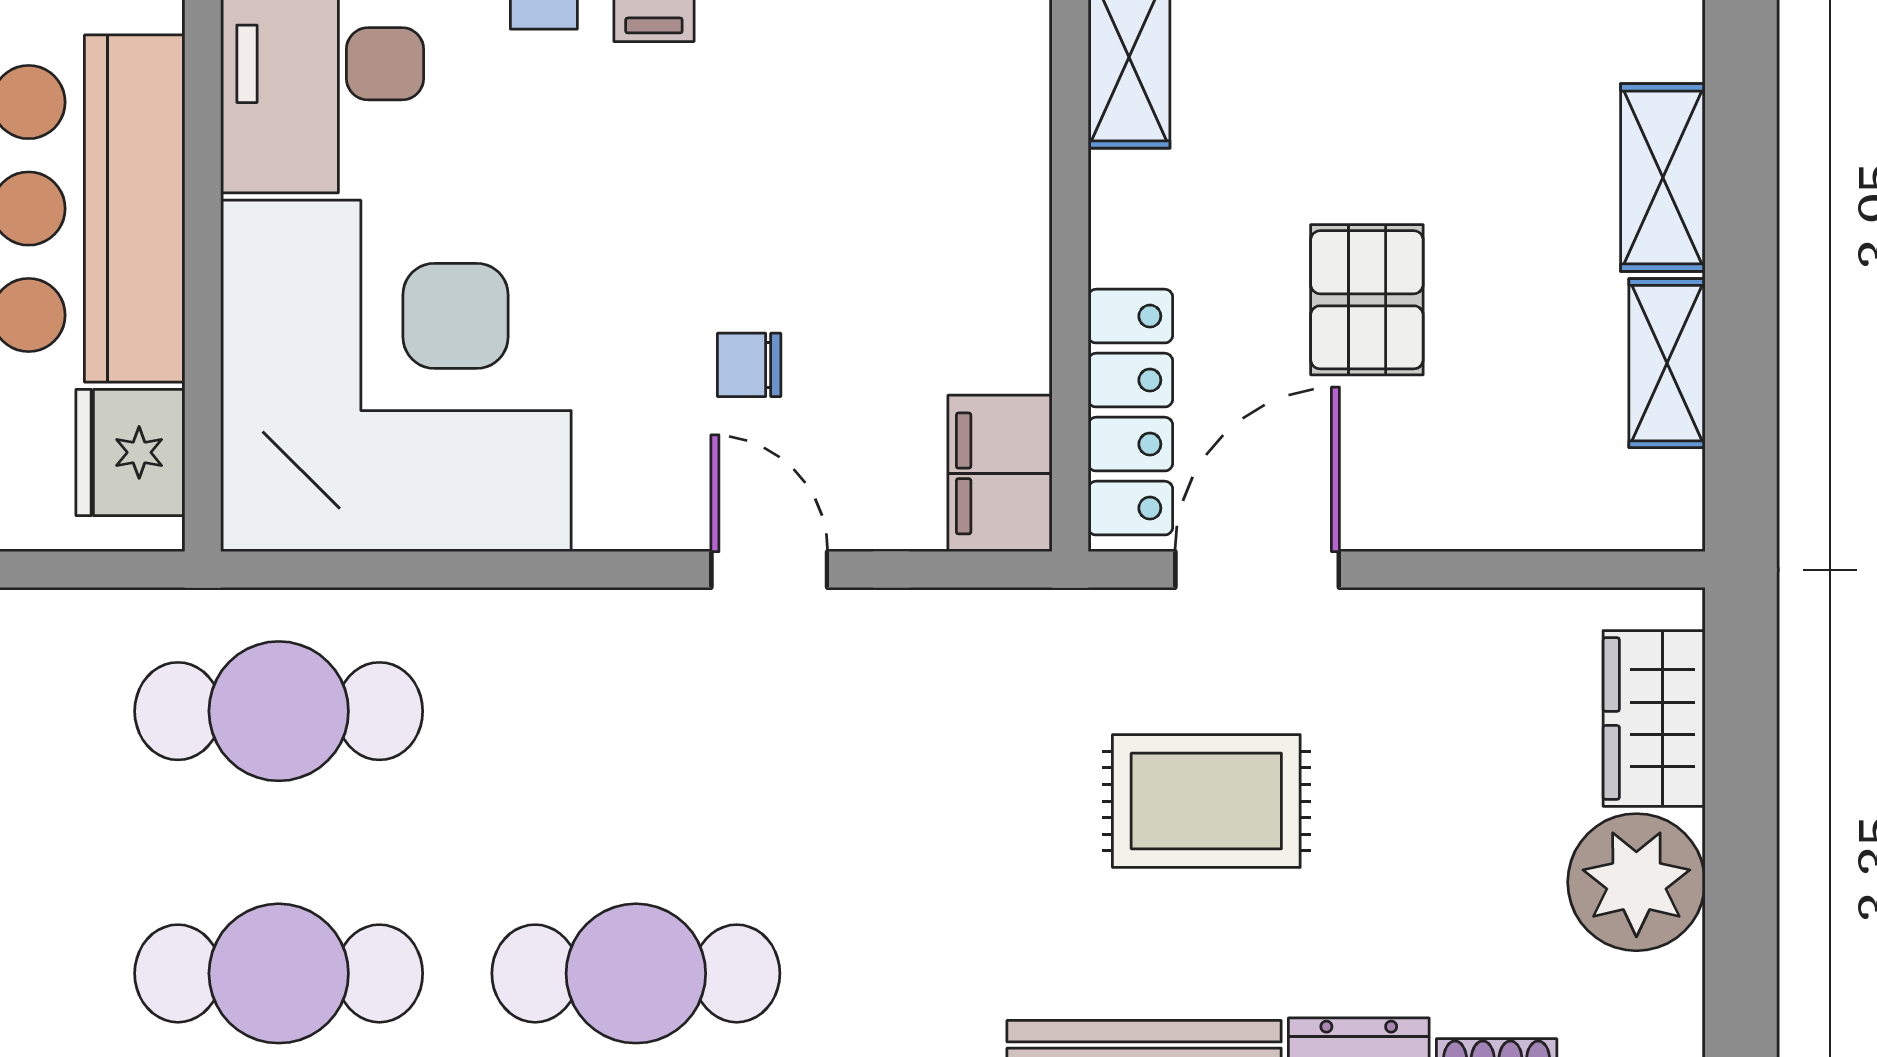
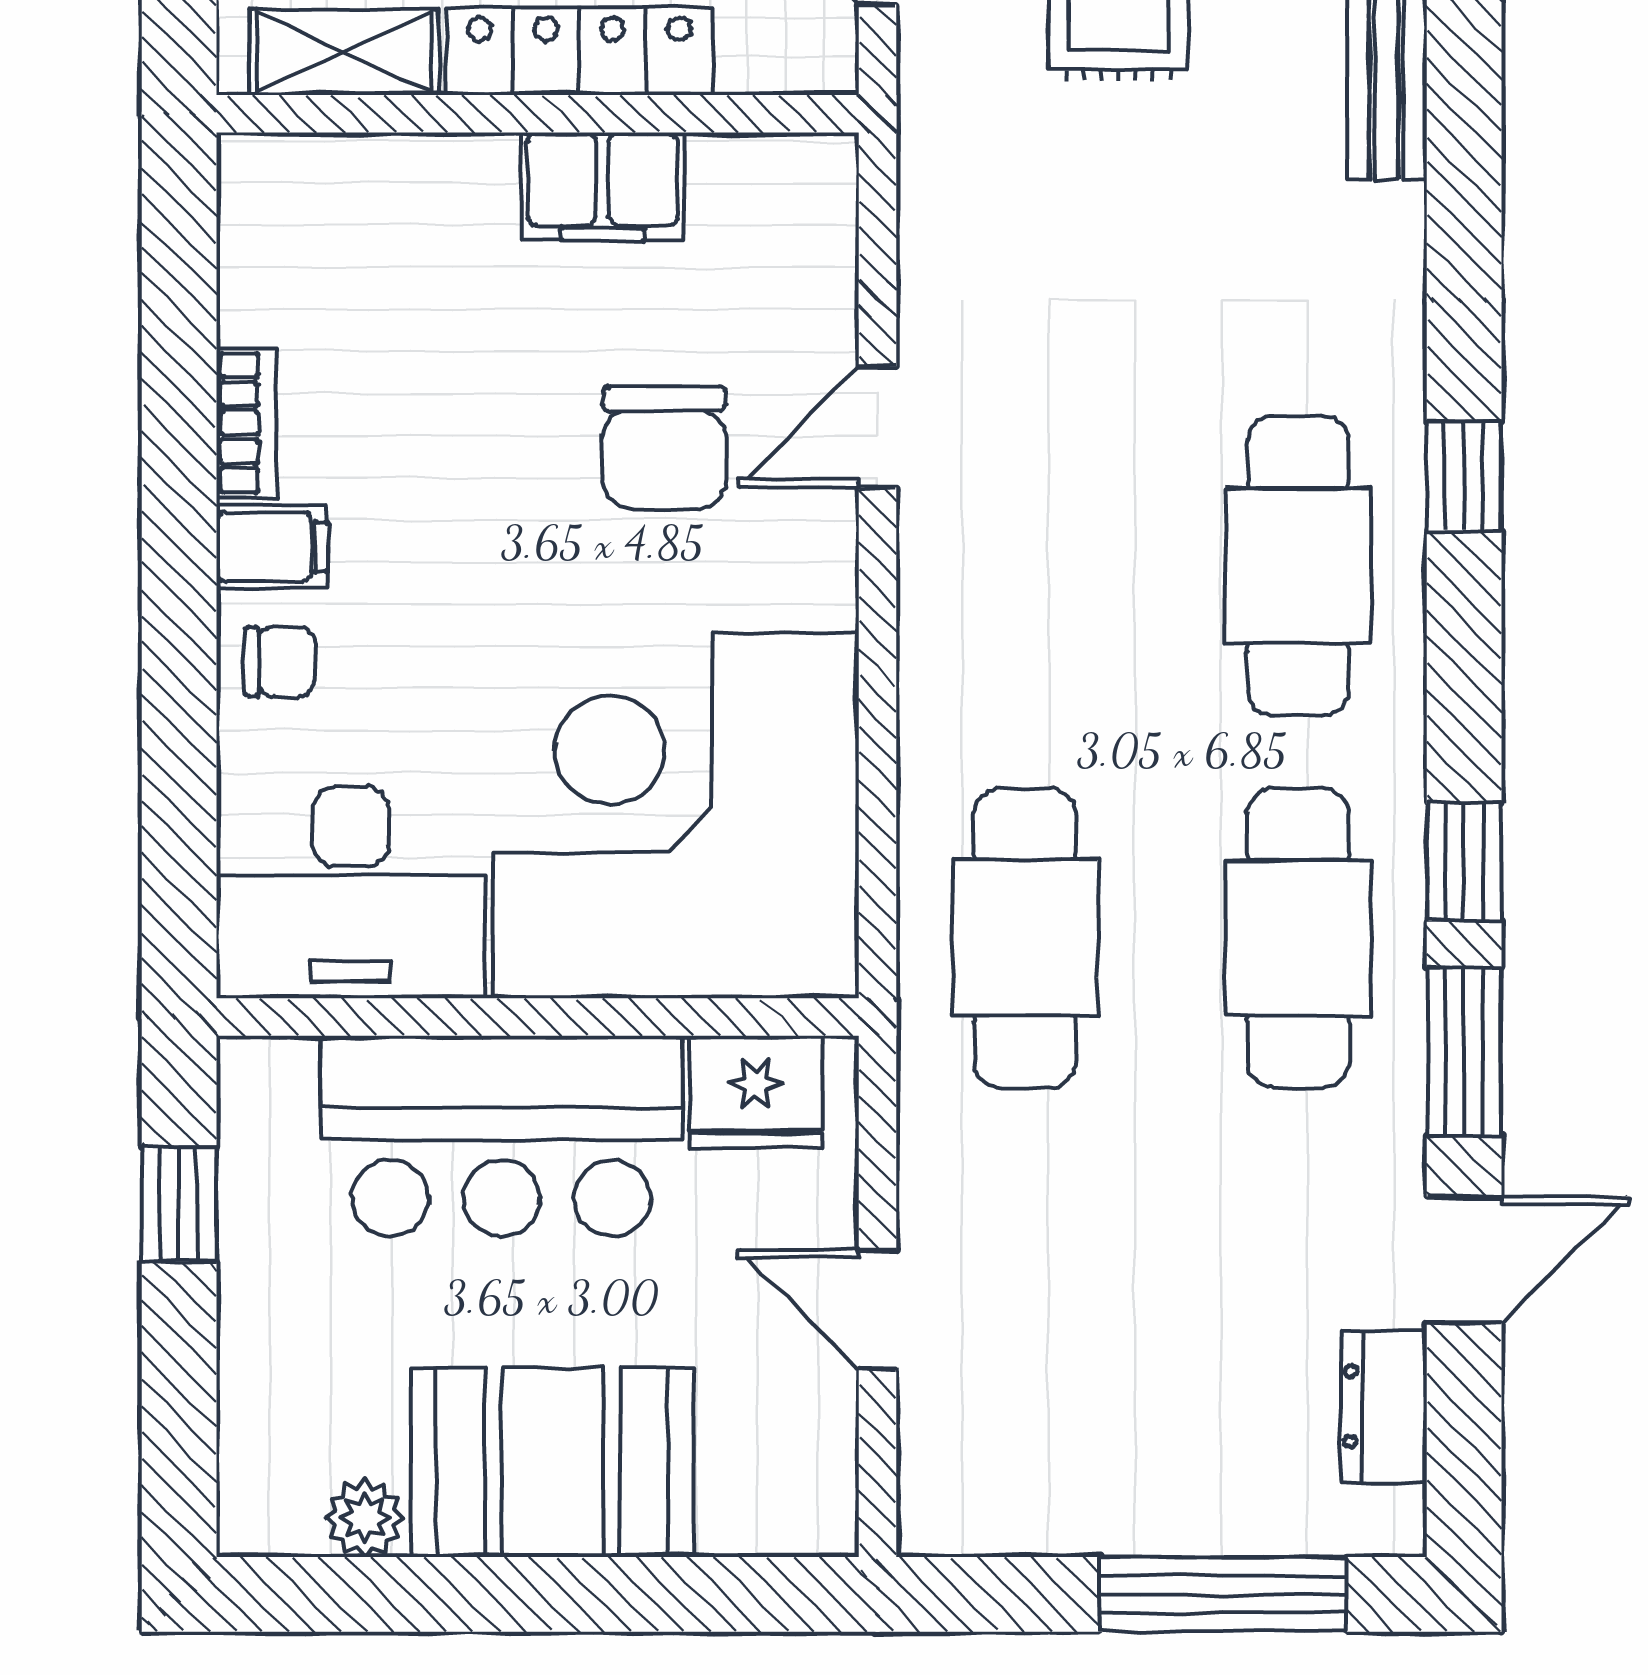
chair: (749, 365) -> (664, 448), width x1.87, depth x1.87
locker: (1130, 412) -> (579, 51), moved
filing cabinet: (1000, 473) -> (603, 187), moved

